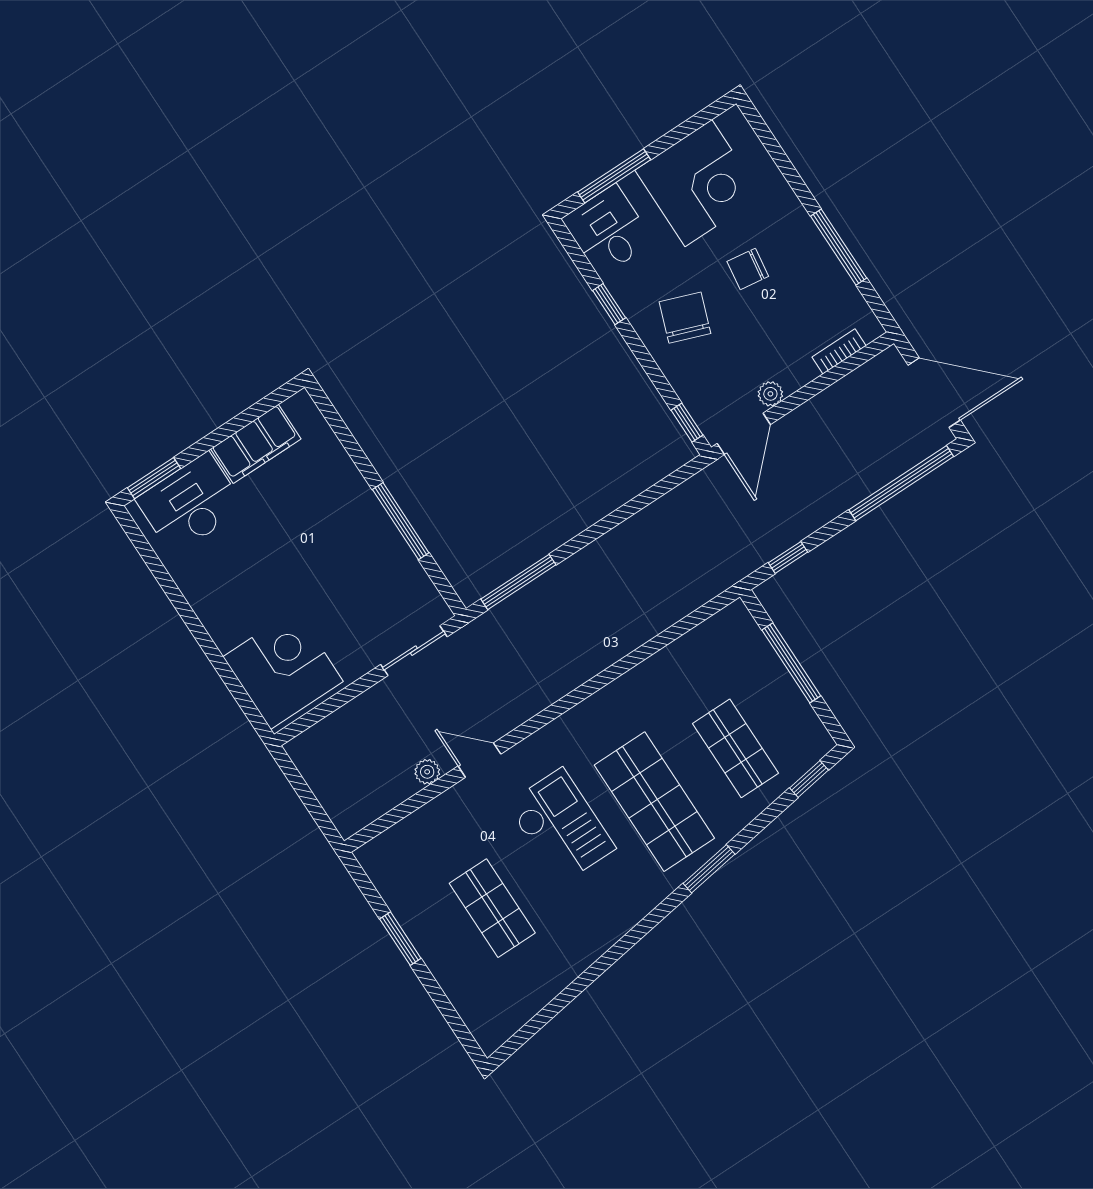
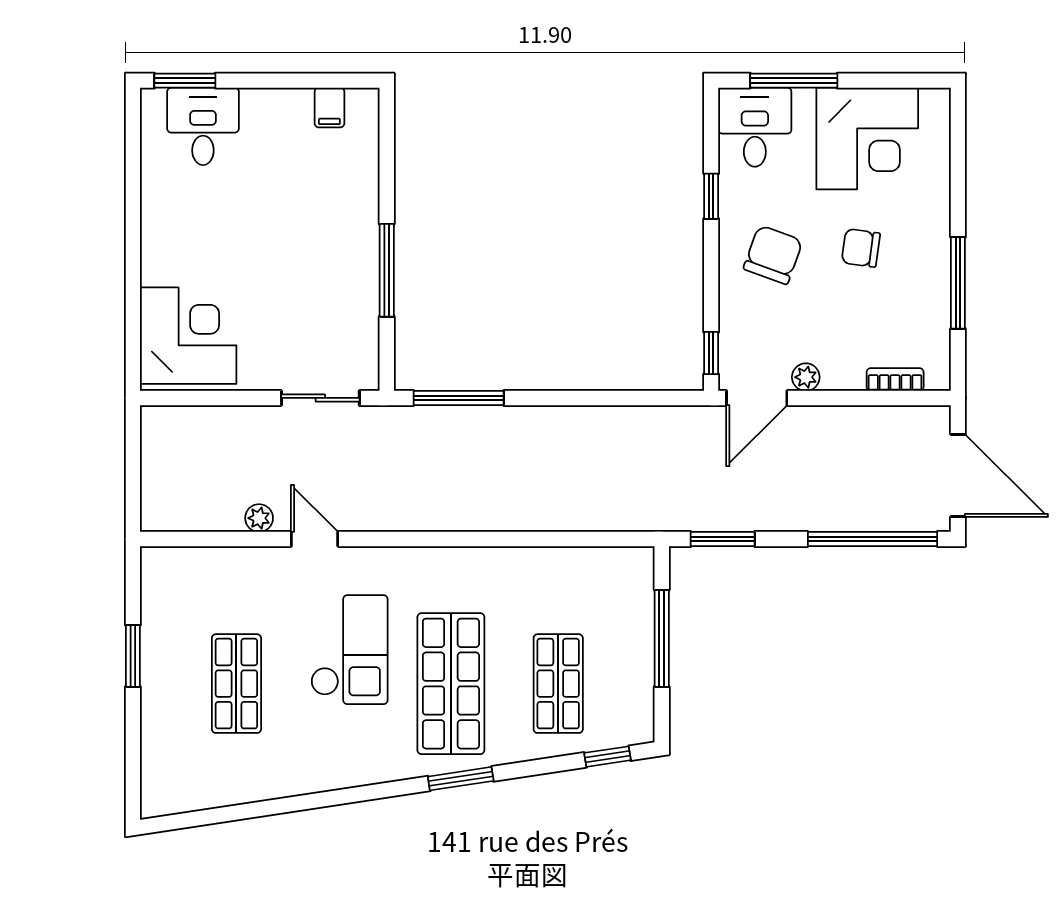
filing cabinet: (256, 444) -> (329, 108), width x0.33, depth x0.86
desk: (190, 504) -> (203, 126), width x0.73
window: (788, 557) -> (723, 539), width x1.50

